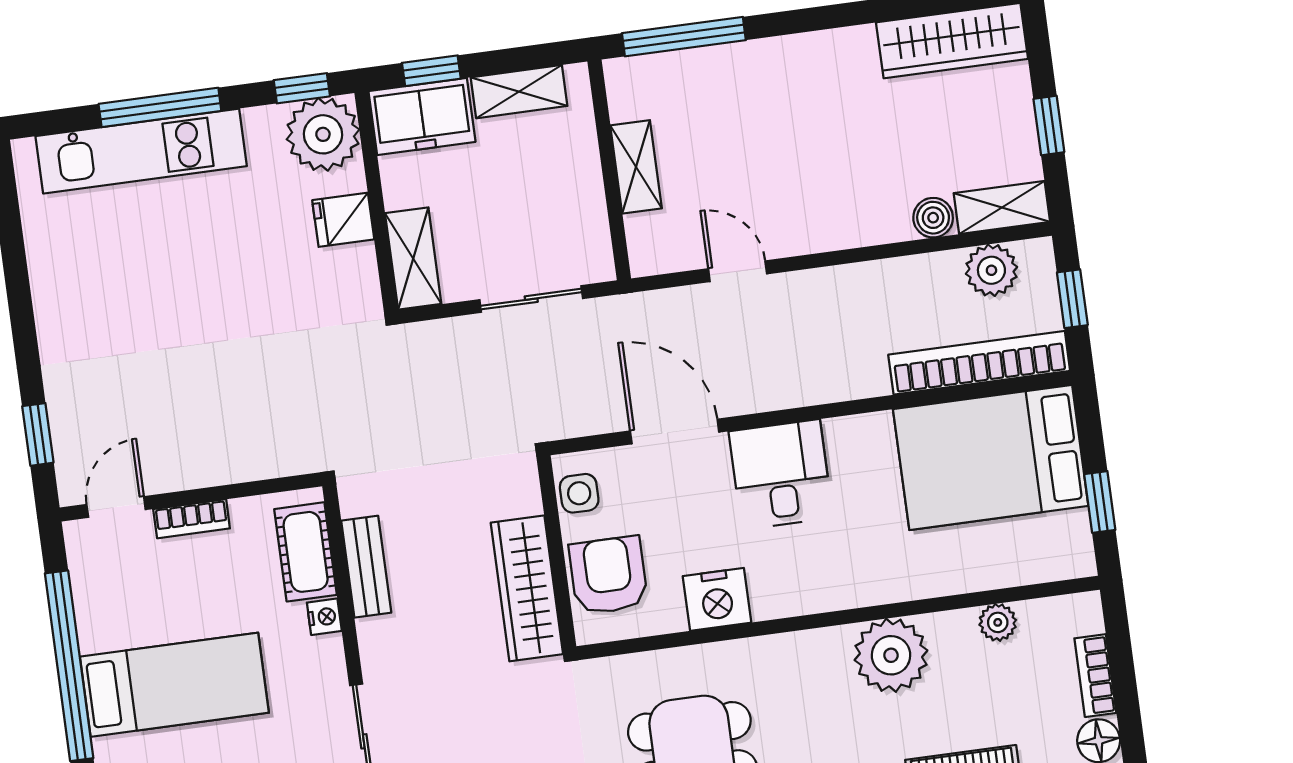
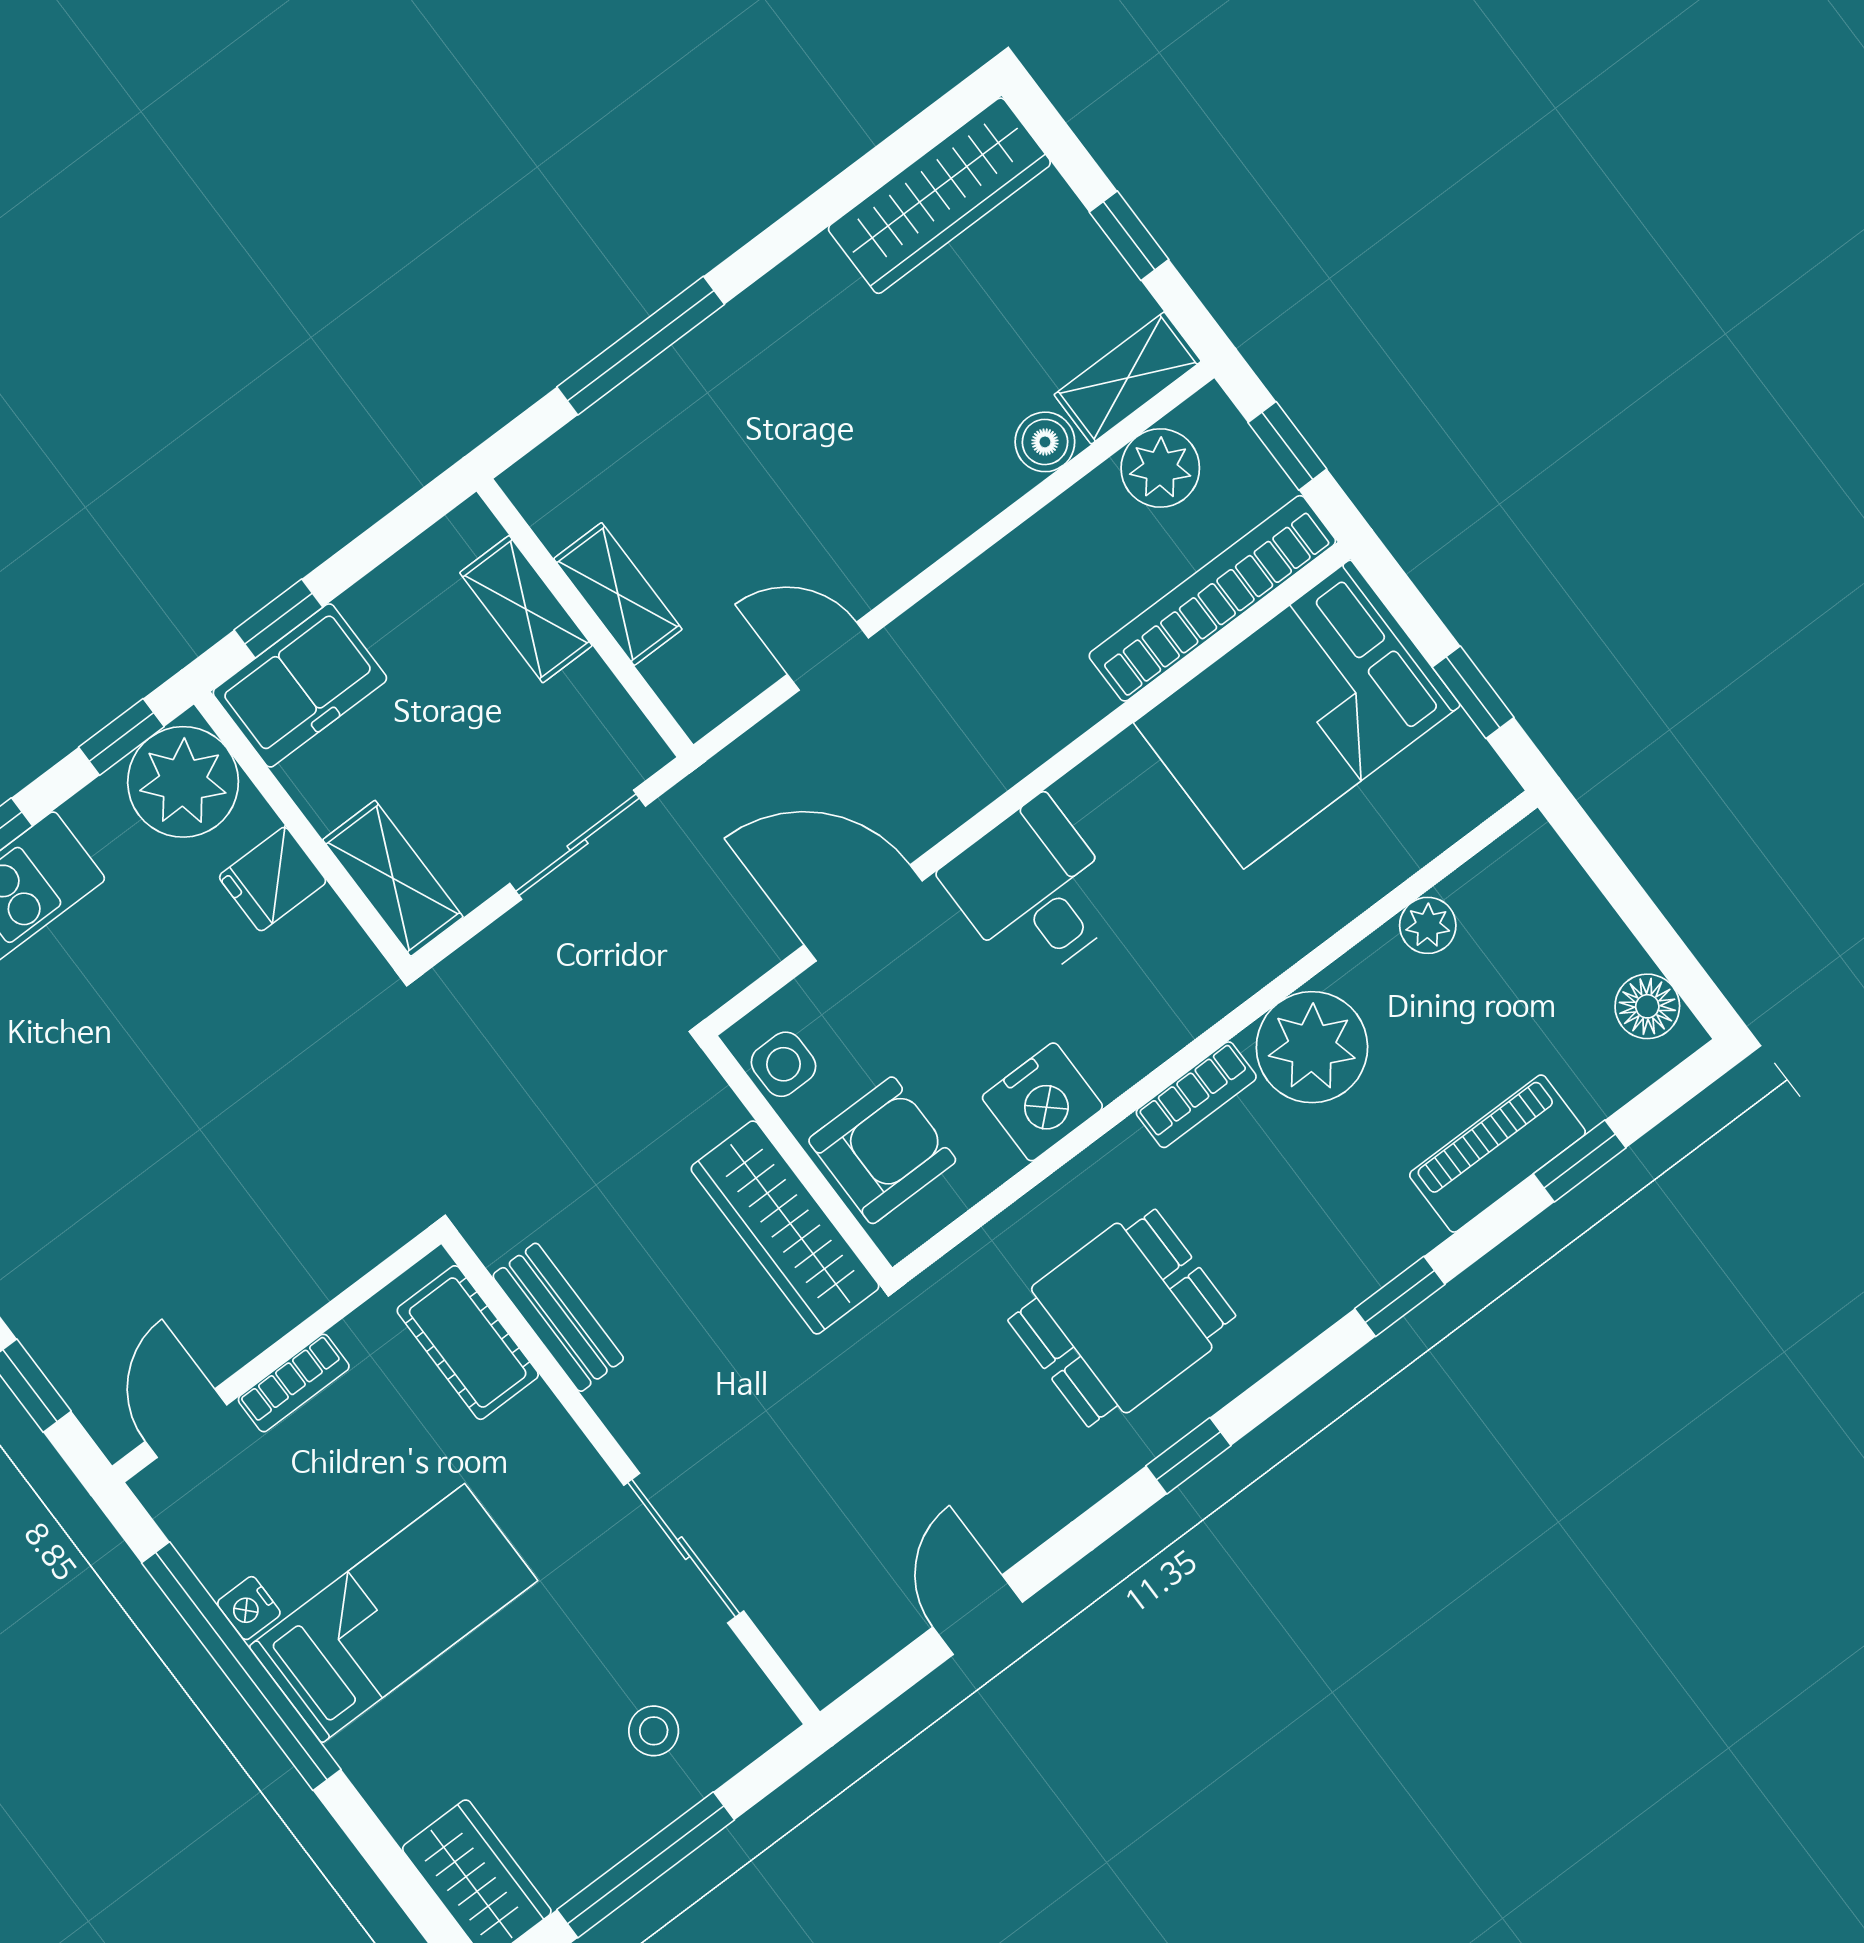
window: (684, 37) -> (641, 346), moved
shelving: (519, 92) -> (526, 609), moved, turned 90
armchair: (608, 575) -> (882, 1150), turned 90
nightstand: (324, 617) -> (249, 1608), moved, turned 180
bookcase: (1095, 676) -> (1196, 1095), moved, turned -90

